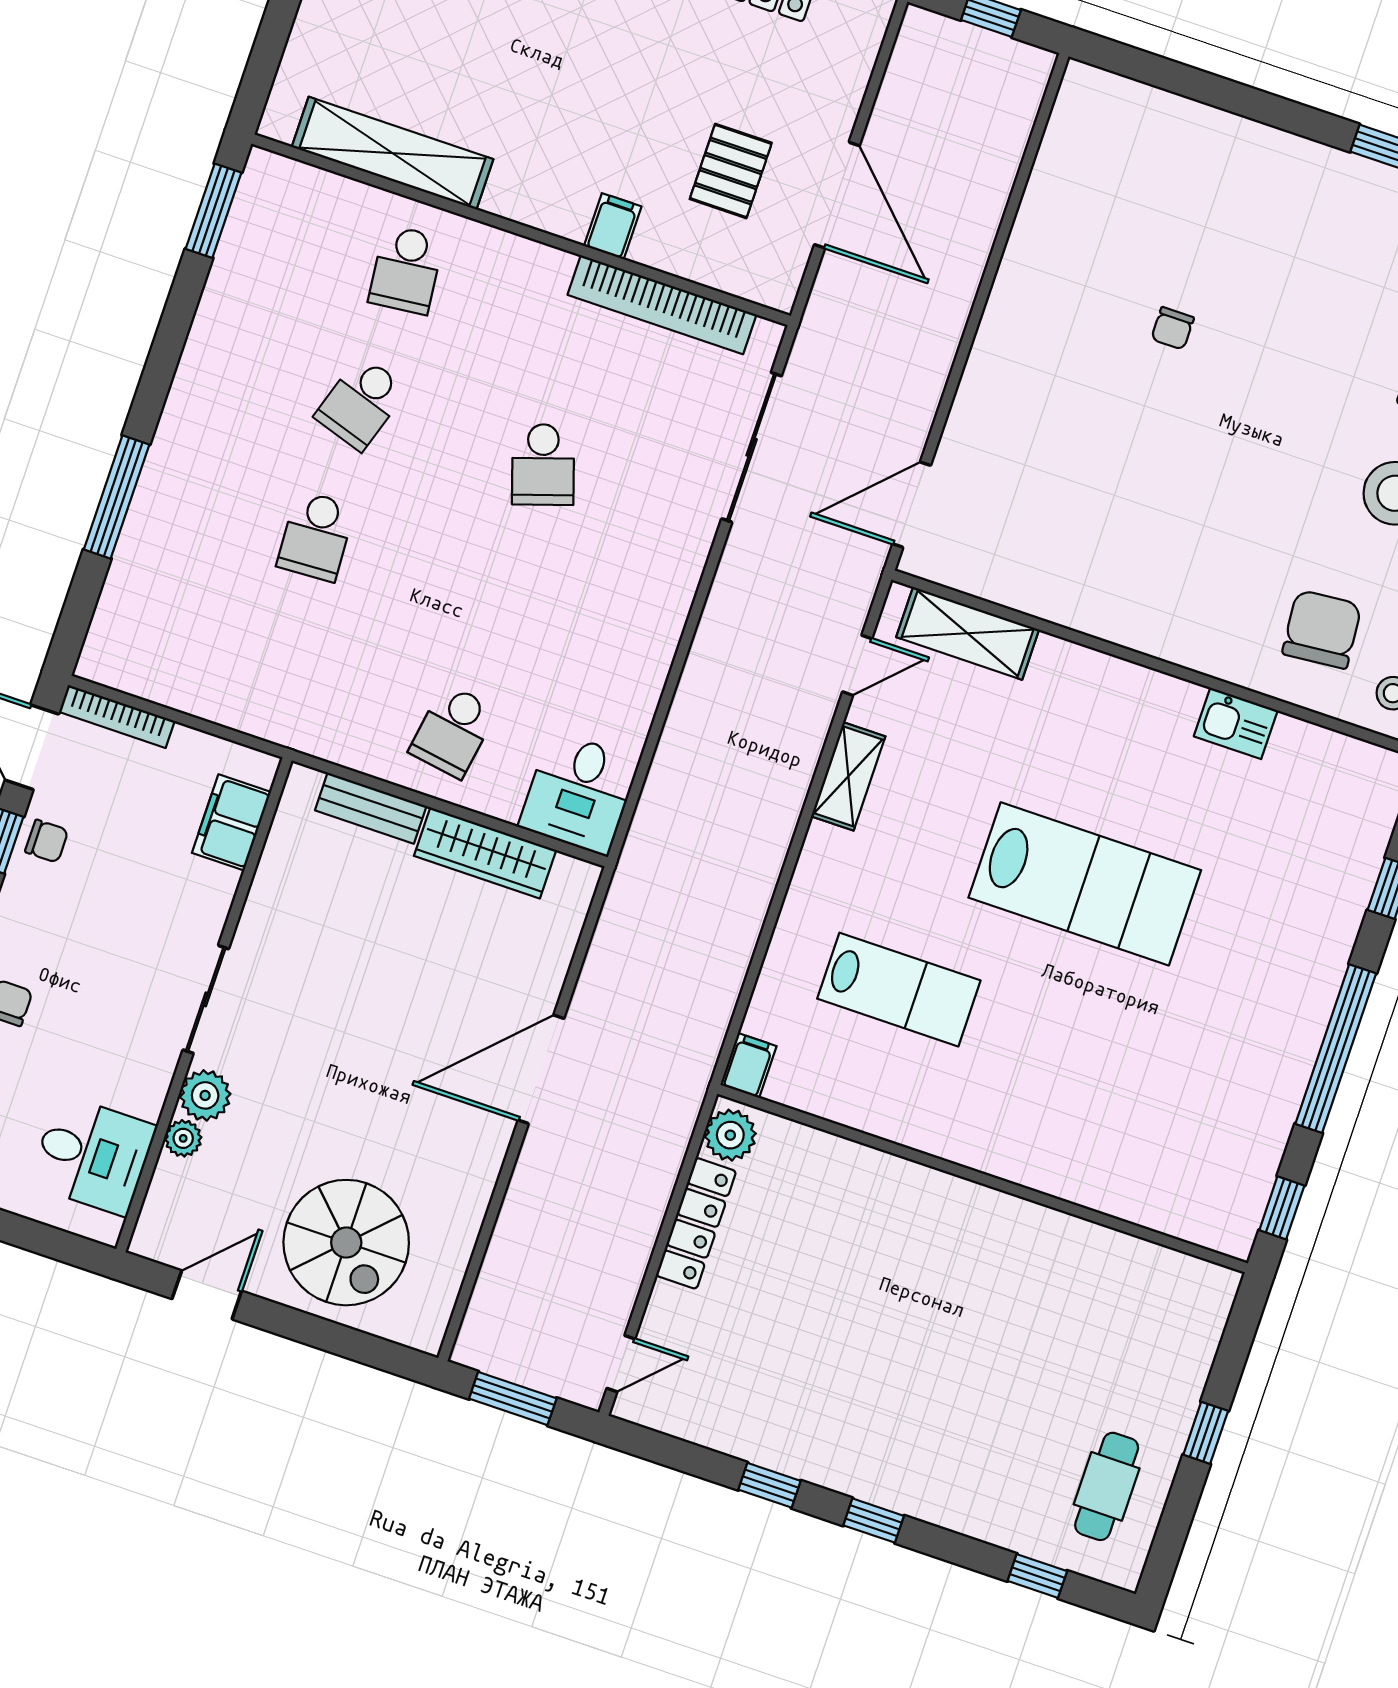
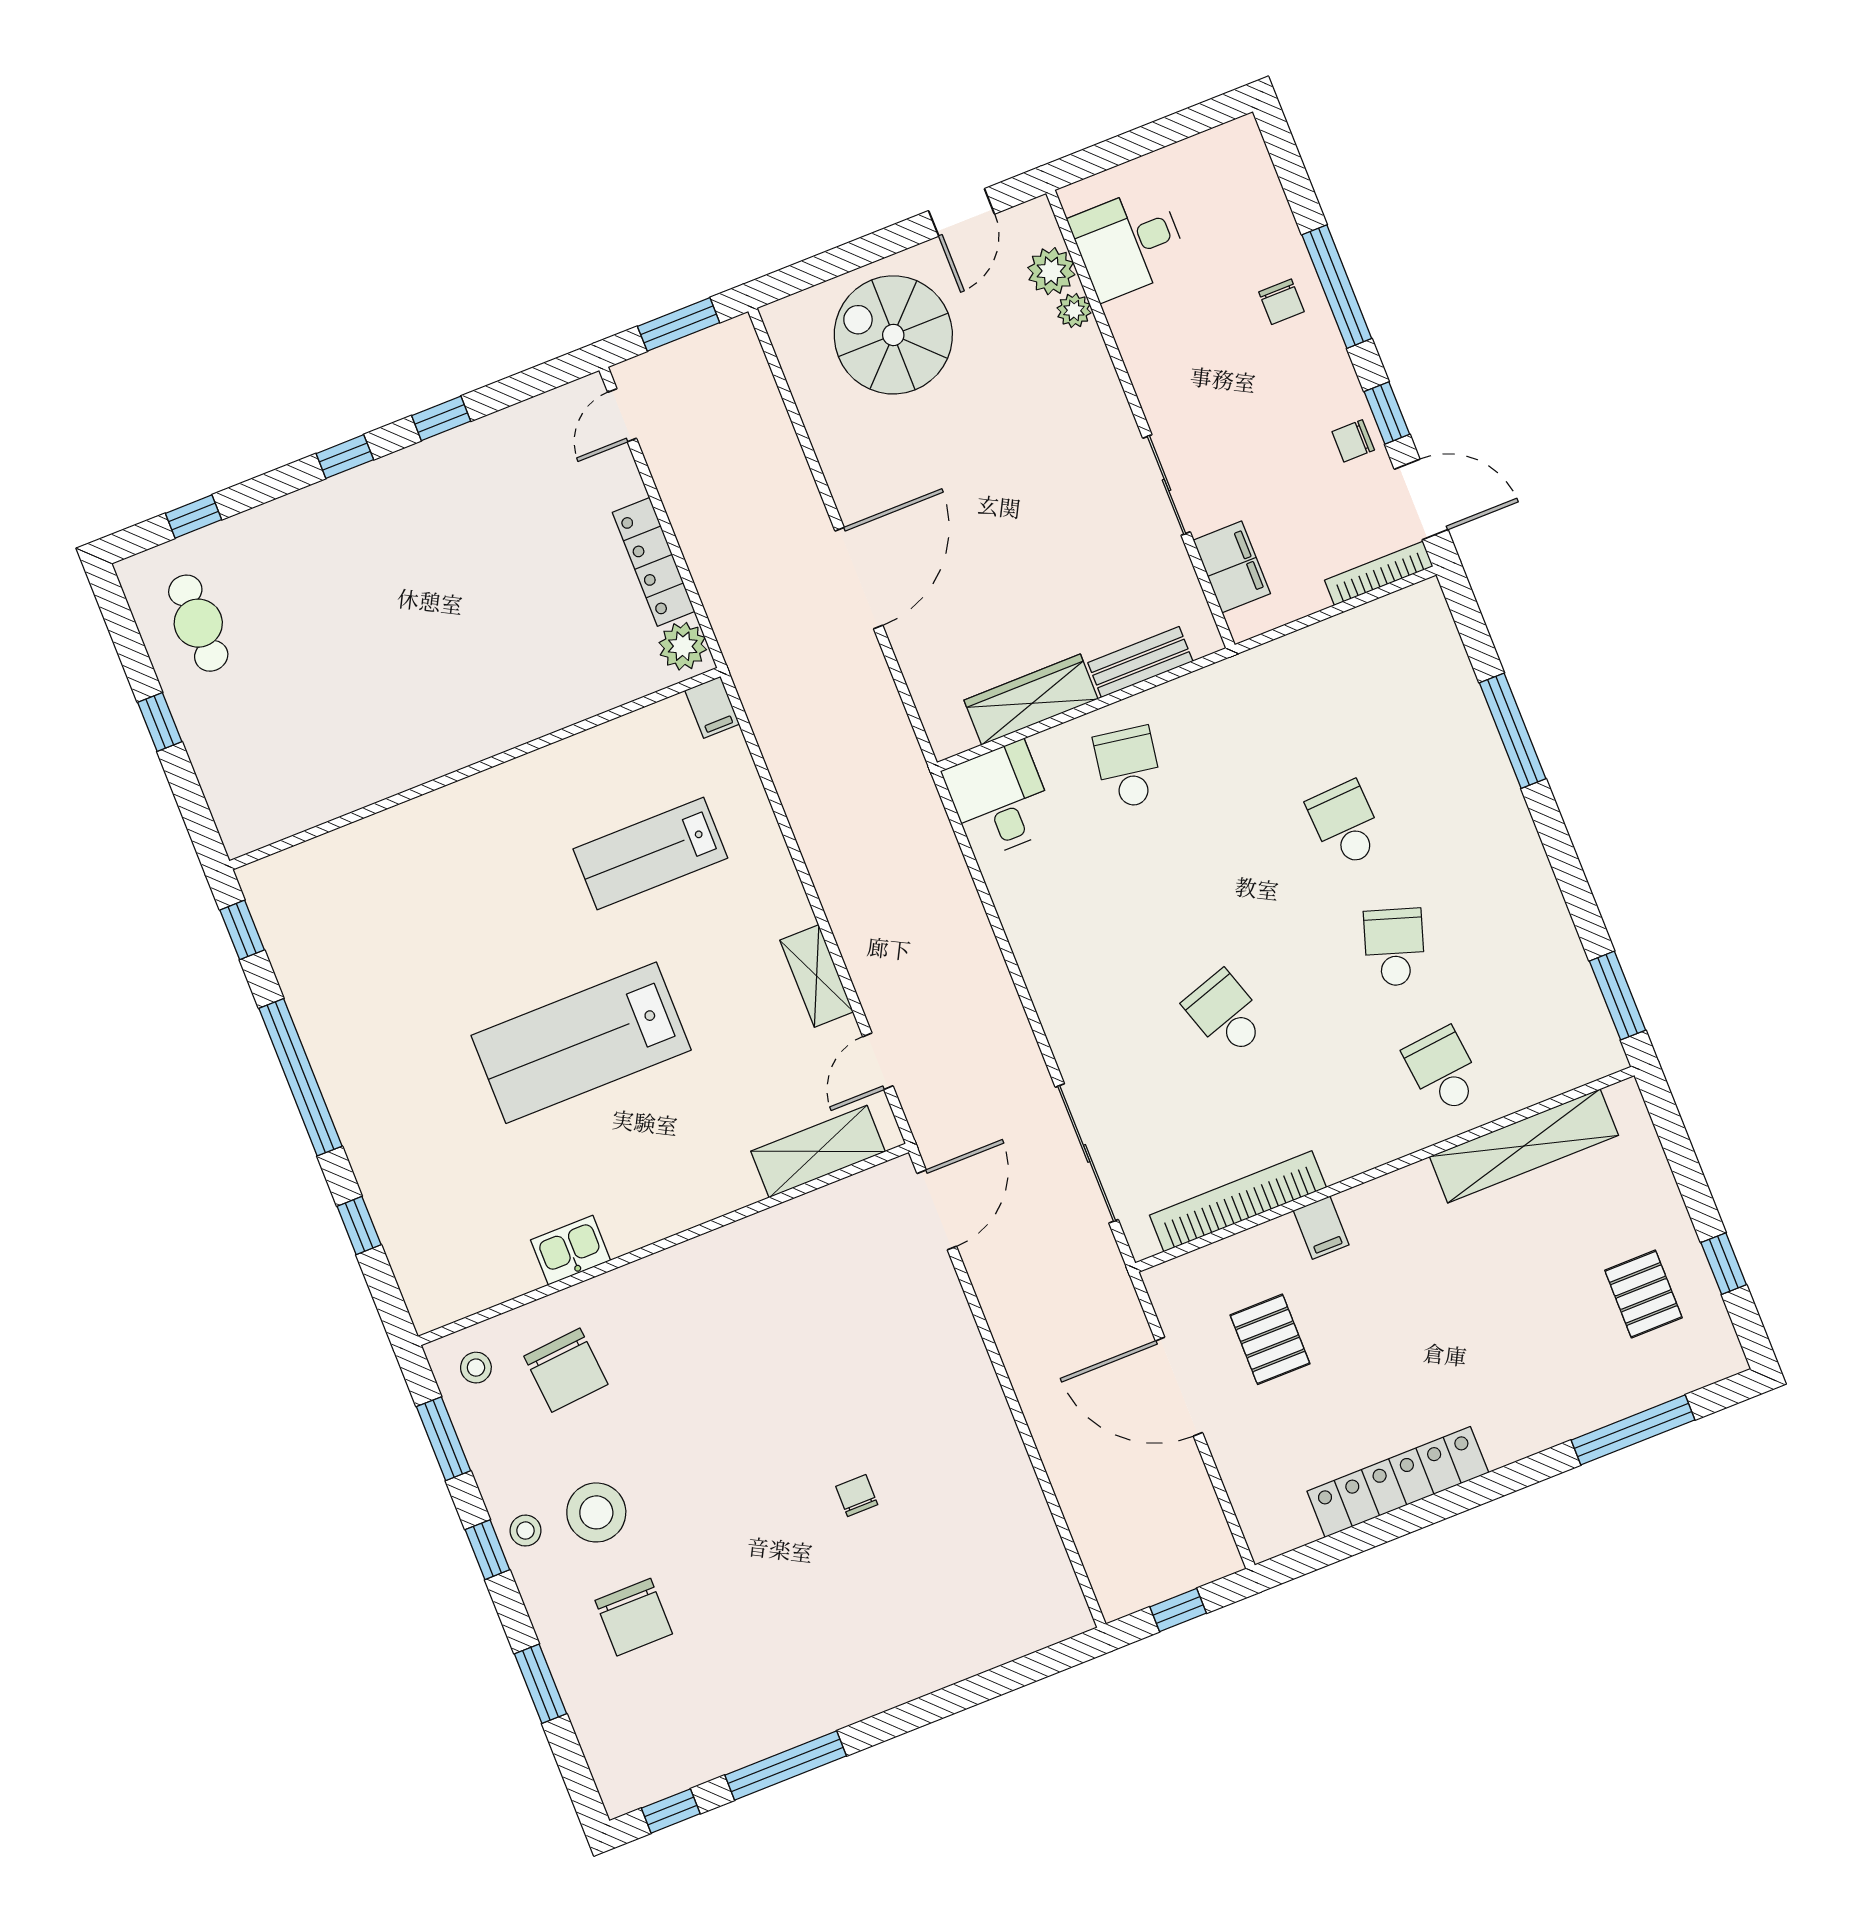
sliding door: (206, 999) -> (1167, 485), moved
plant: (205, 1095) -> (1051, 271), moved

